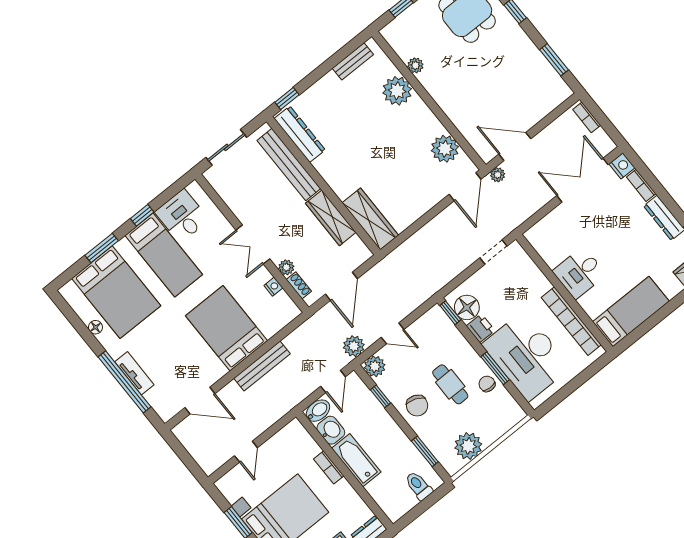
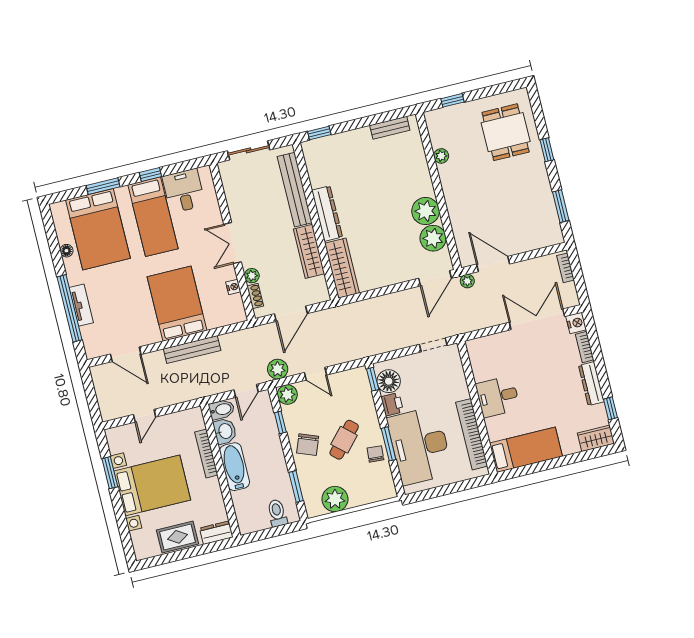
plant: (397, 91) -> (426, 211), moved
dresser: (300, 134) -> (327, 214), moved
cafe table: (450, 384) -> (344, 440), turned 42
bookcase: (329, 467) -> (206, 454), width x1.56

